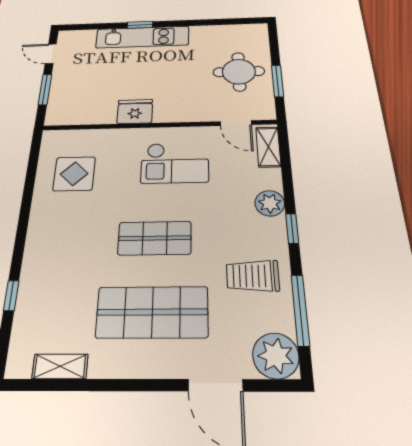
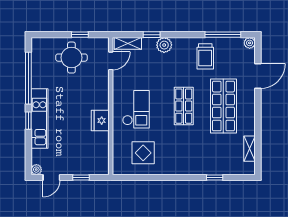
window: (205, 22) -> (28, 78), added
plant: (66, 36) -> (36, 170), added
window: (278, 81) -> (80, 35), width x0.67
window: (45, 89) -> (81, 178), width x0.67
checkout: (175, 163) -> (136, 109), moved
window: (292, 228) -> (152, 35), moved
plant: (276, 356) -> (250, 43), width x0.53, depth x0.53

